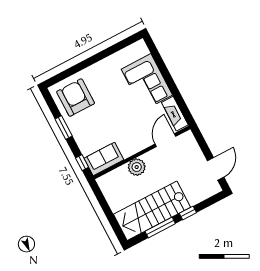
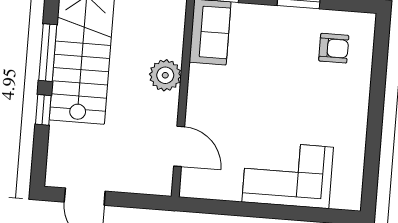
armchair: (76, 98) -> (334, 48), width x0.53, depth x0.53
fireplace: (175, 114) -> (211, 187), removed

